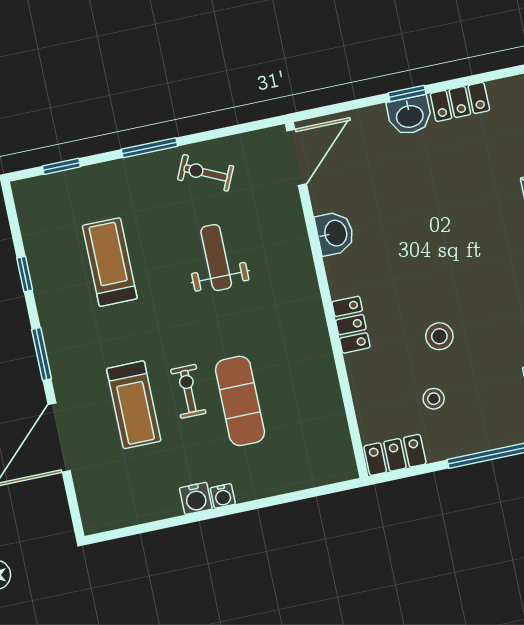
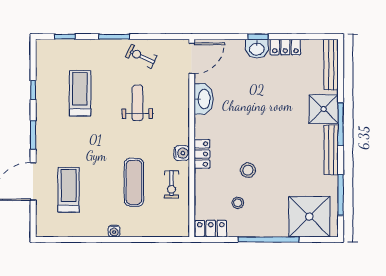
washbasin: (335, 233) -> (204, 99), width x1.38
exercise bike: (188, 391) -> (171, 184), moved, turned 180
treadmill: (134, 405) -> (69, 190), moved, turned 180
water cooler: (196, 498) -> (182, 153), moved, turned -90

